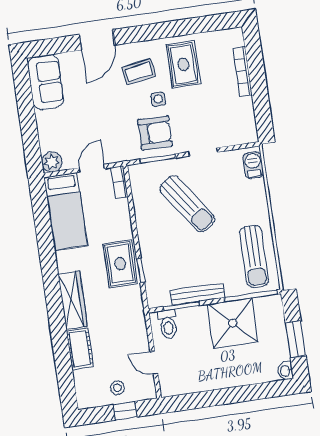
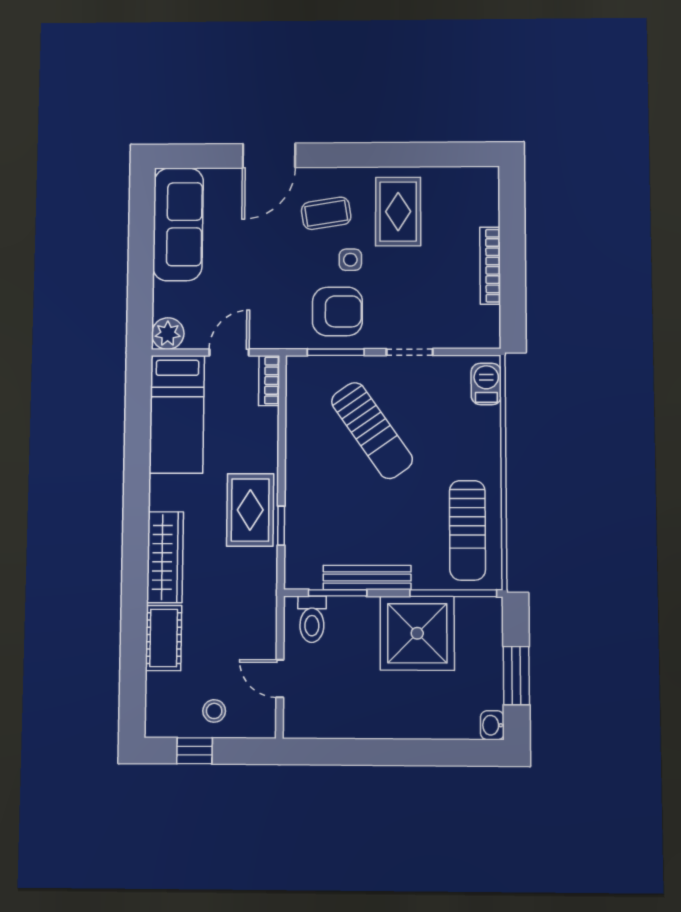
bookcase: (242, 71) -> (490, 266), moved
sofa: (46, 82) -> (178, 224), width x1.36
window: (125, 411) -> (194, 751), moved

